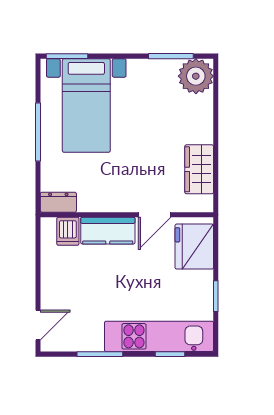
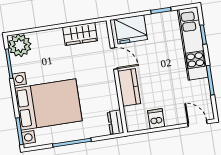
bed with nightstands: (86, 105) -> (48, 104), width x1.36
dishwasher: (68, 231) -> (156, 119), moved, turned -90

